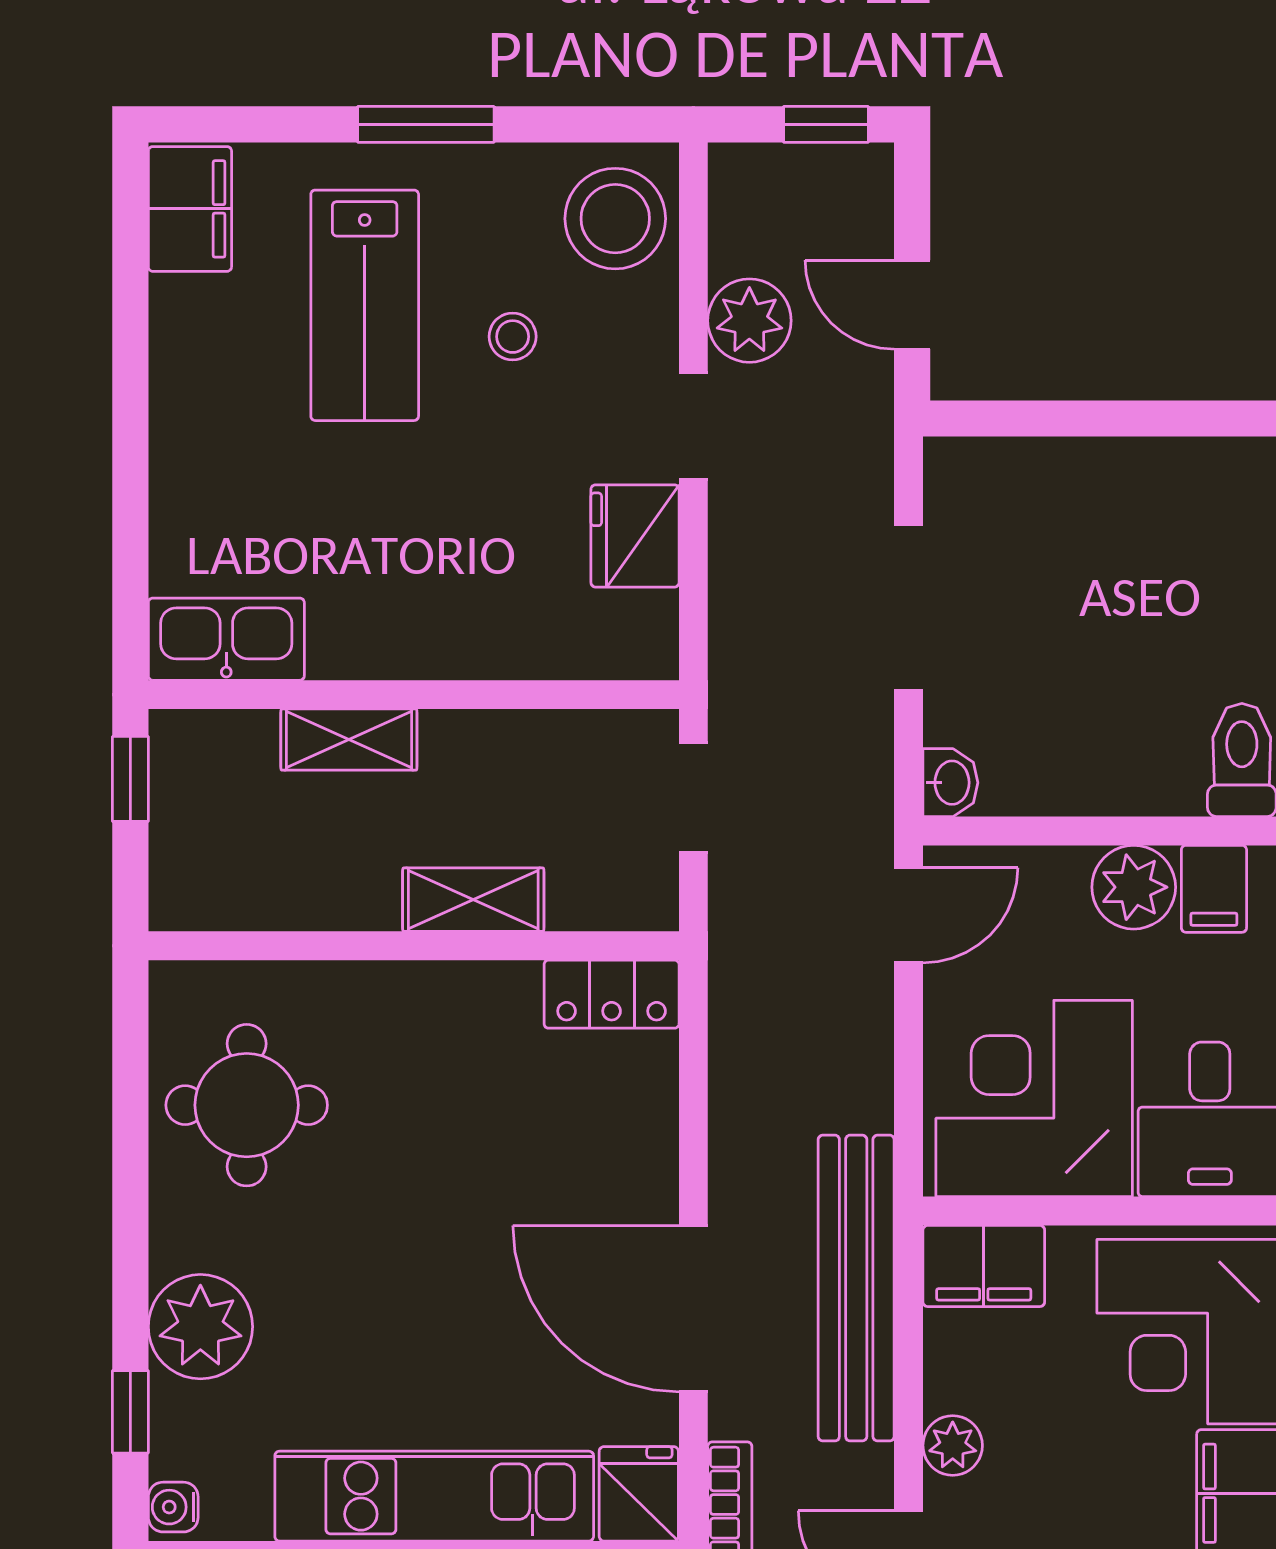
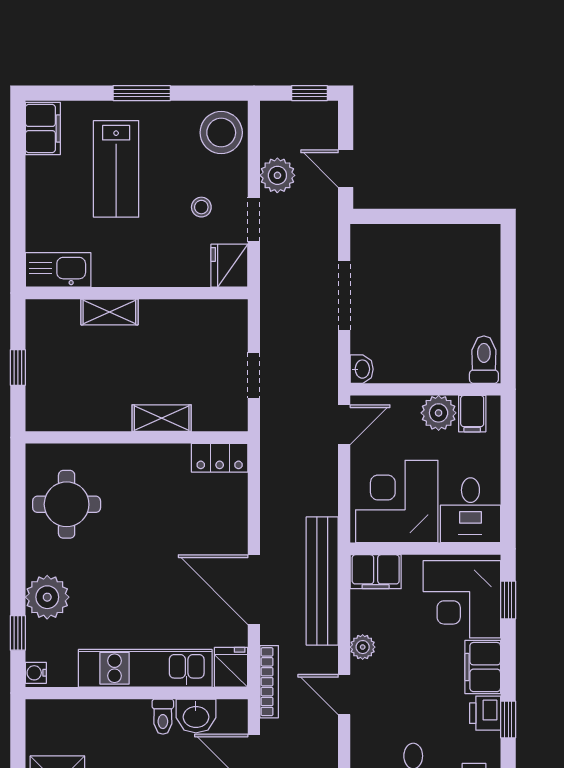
stool: (513, 337) -> (201, 207), moved
kitchen sink: (226, 639) -> (58, 270), moved
wall: (414, 695) -> (137, 293), moved
shelving: (349, 740) -> (109, 312), moved

